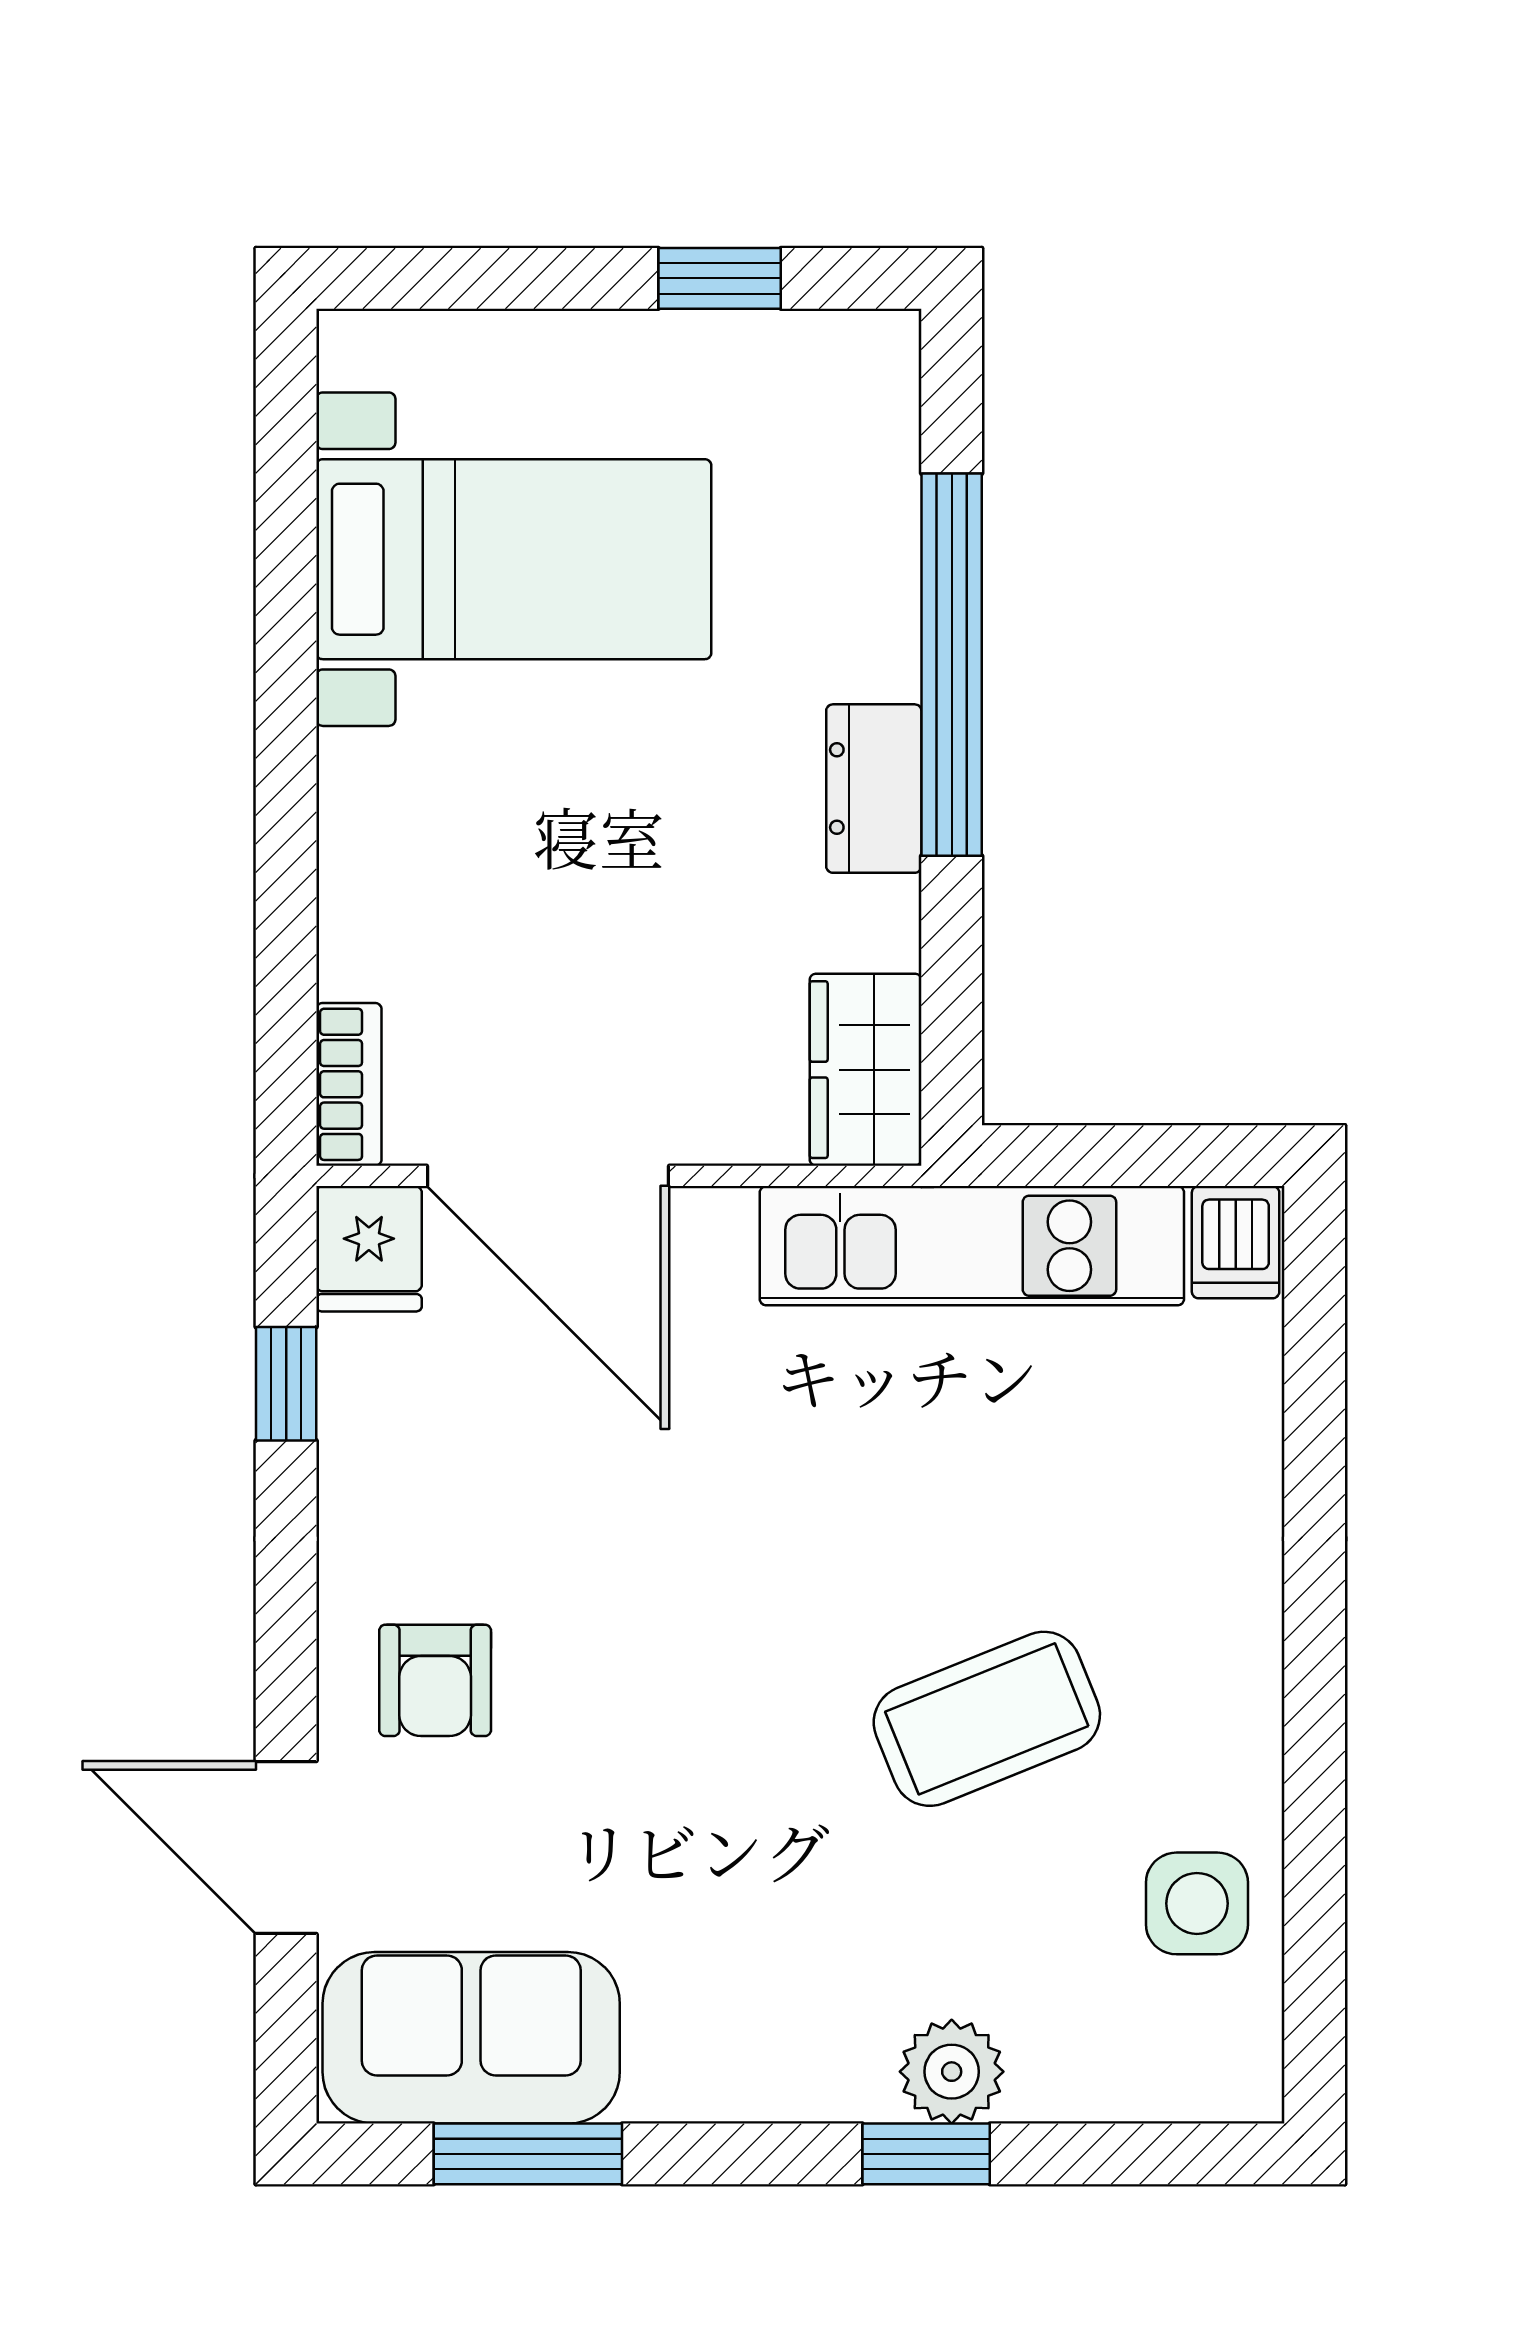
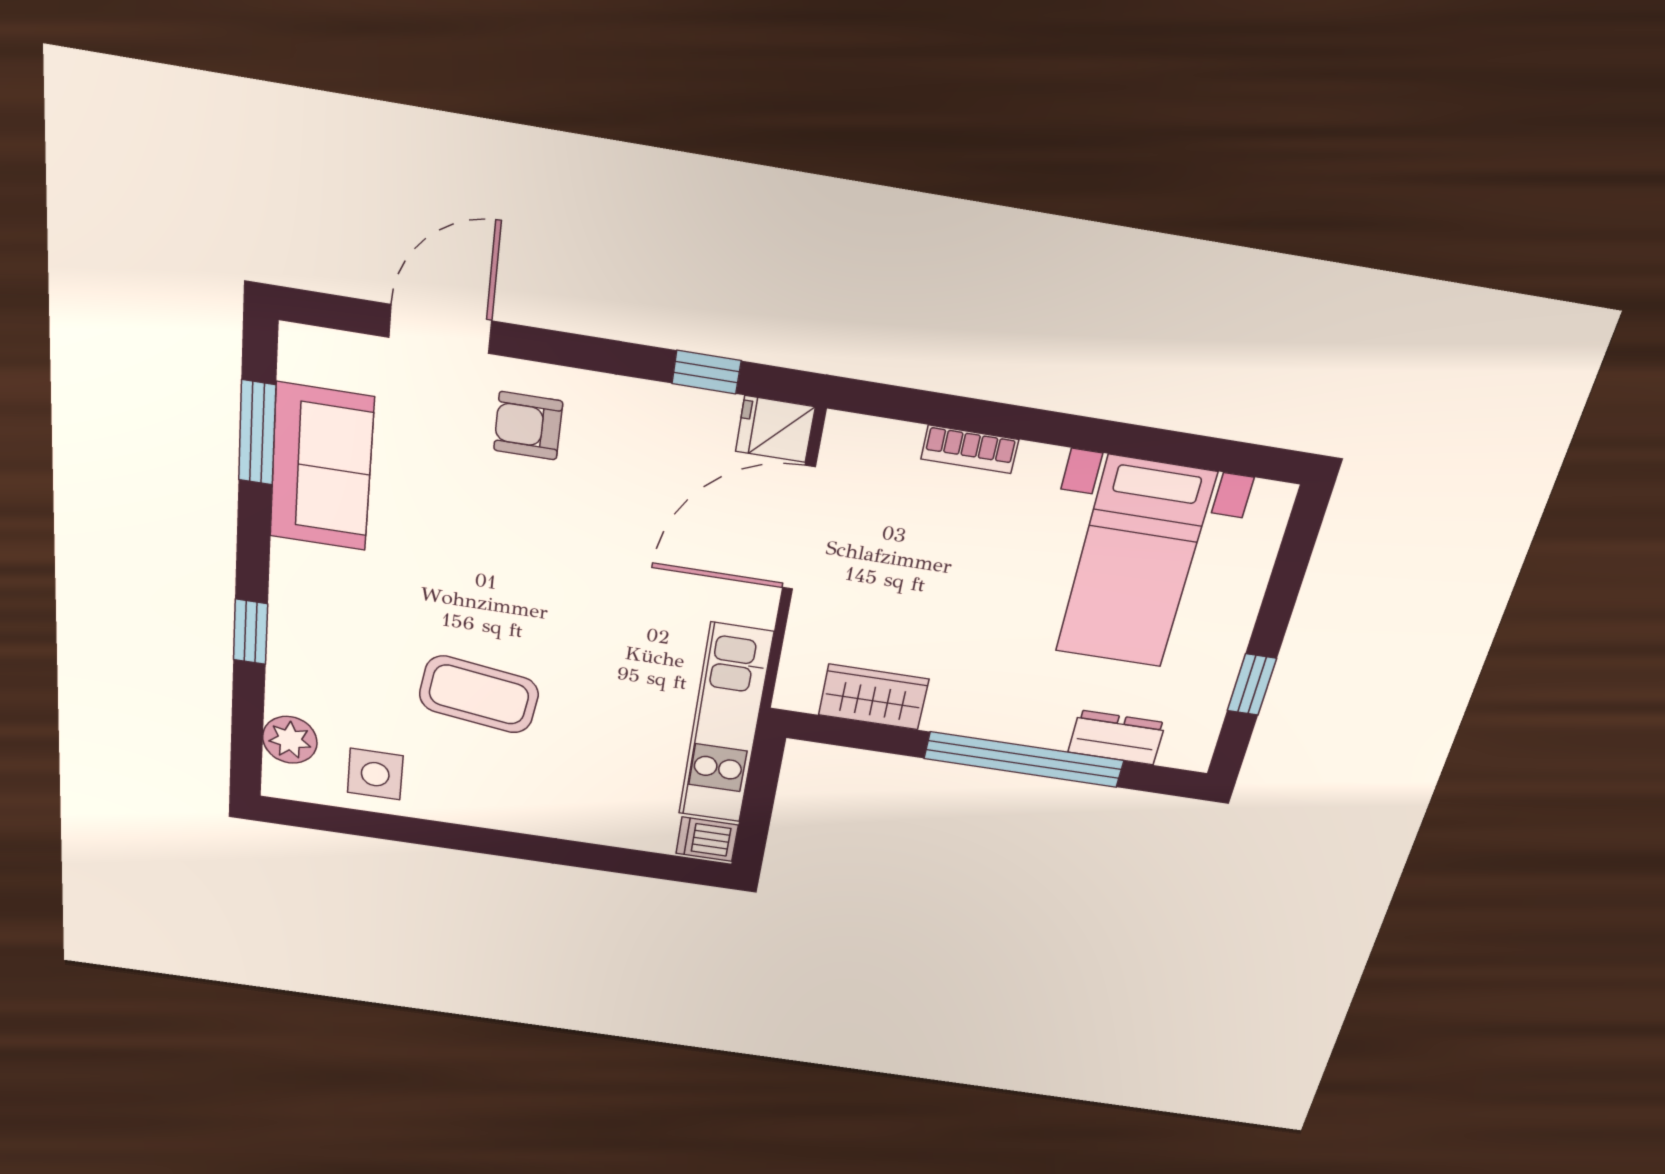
dresser: (874, 789) -> (1117, 737), moved
wardrobe: (866, 1070) -> (874, 697), moved
bookcase: (349, 1084) -> (970, 449), moved
coffee table: (987, 1719) -> (479, 695), turned -60
sofa: (471, 2038) -> (321, 467), moved
plant: (952, 2072) -> (290, 740), moved

